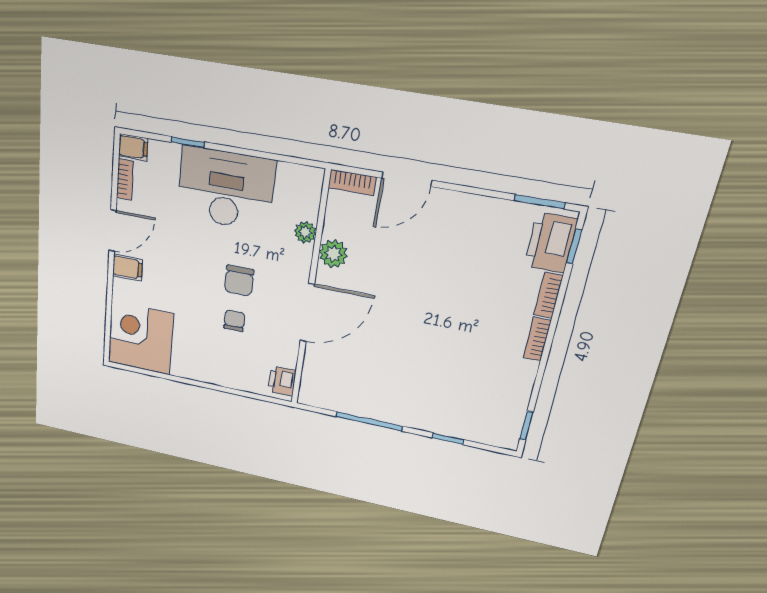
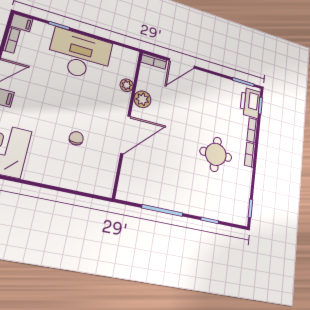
chair: (239, 281) -> (82, 111), removed
round table: (467, 340) -> (216, 154), added
printer: (282, 381) -> (106, 182), removed

